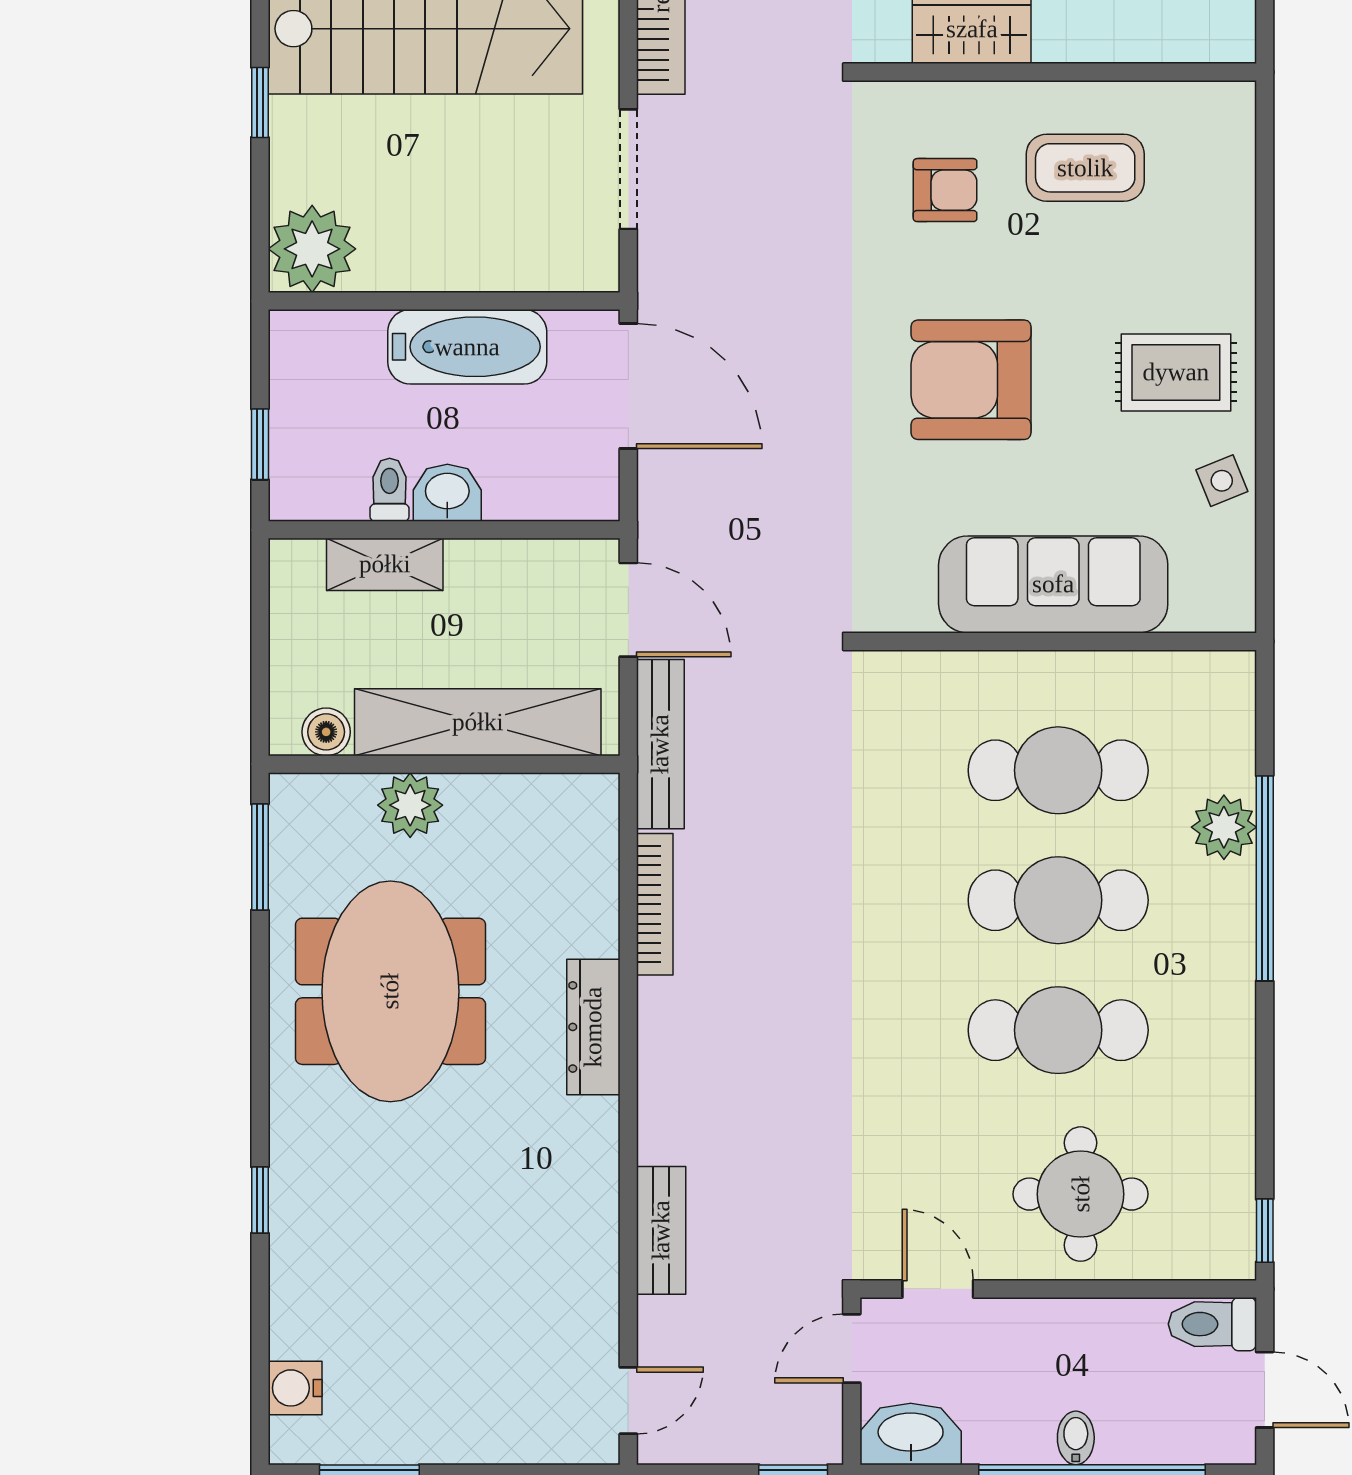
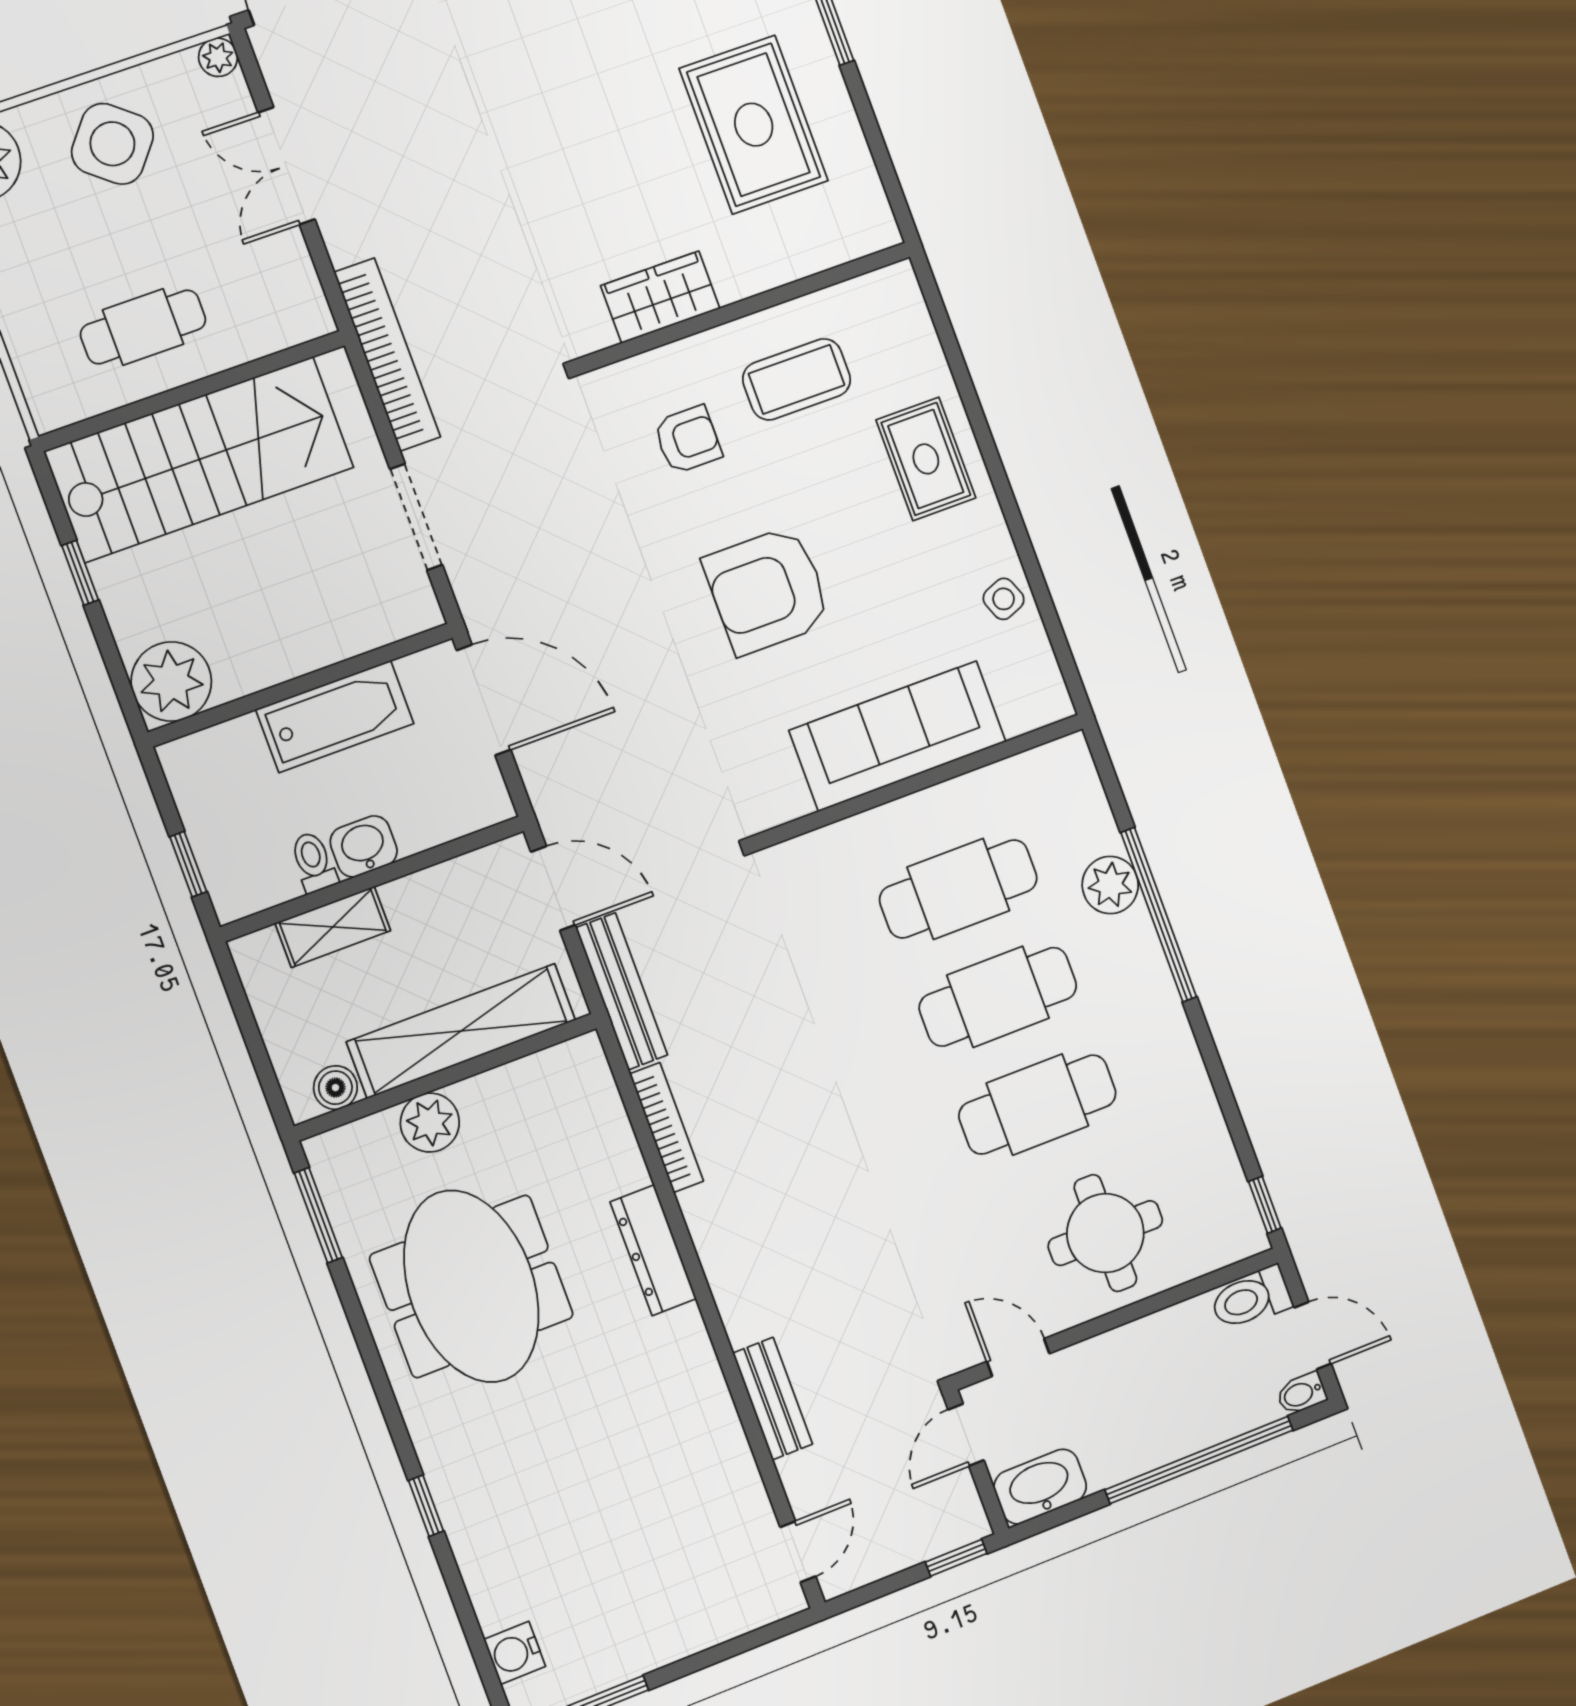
rug: (1176, 372) -> (926, 459), moved, turned 90
bidet: (1076, 1438) -> (1302, 1394), moved, turned -90

